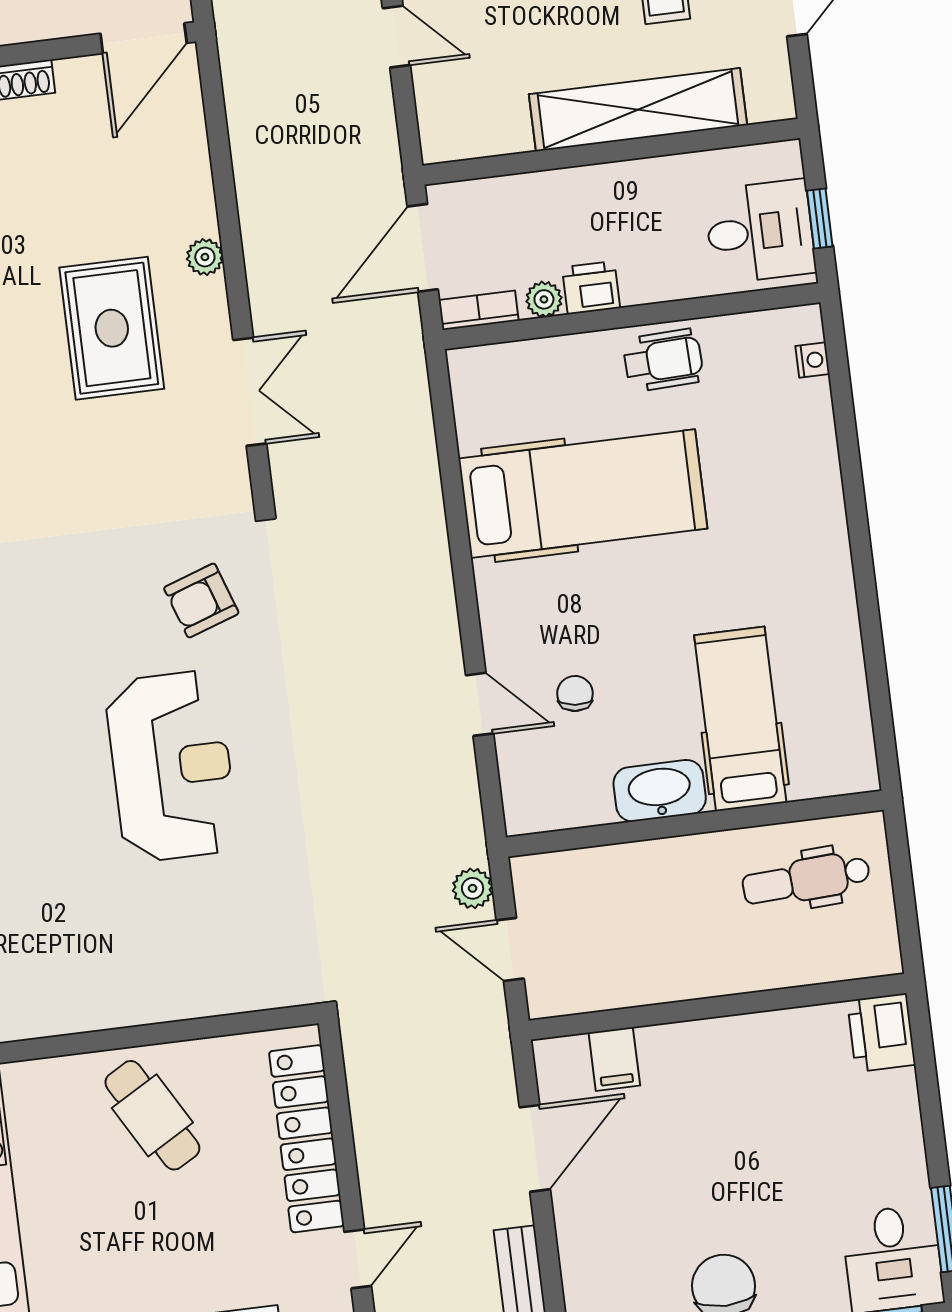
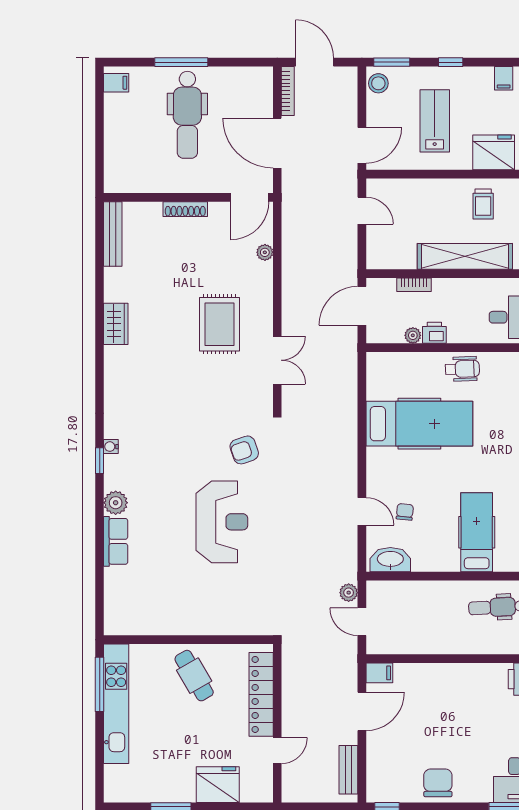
plant: (205, 257) -> (265, 252), moved
bookcase: (479, 310) -> (414, 285), moved, turned 180
washbasin: (660, 791) -> (390, 560), moved
filing cabinet: (614, 1059) -> (379, 673), moved, turned -90

